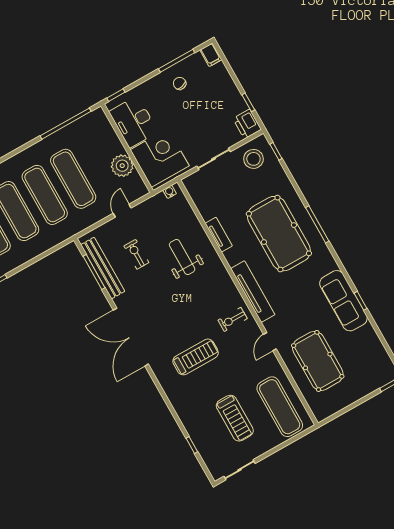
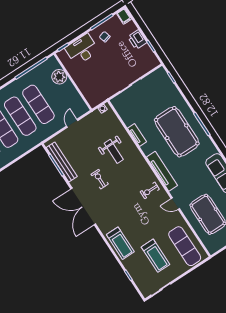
desk: (134, 122) -> (82, 50), moved, turned 90
printer: (247, 124) -> (137, 40), moved
corner desk: (160, 158) -> (95, 87), removed
stool: (253, 159) -> (157, 83), removed
plant: (122, 166) -> (59, 77), moved
exercise bike: (136, 254) -> (100, 179), moved
weight bench: (182, 257) -> (114, 151), turned 180
door: (270, 342) -> (175, 204), hinge flipped
treadmill: (196, 357) -> (120, 243), moved, turned 90

